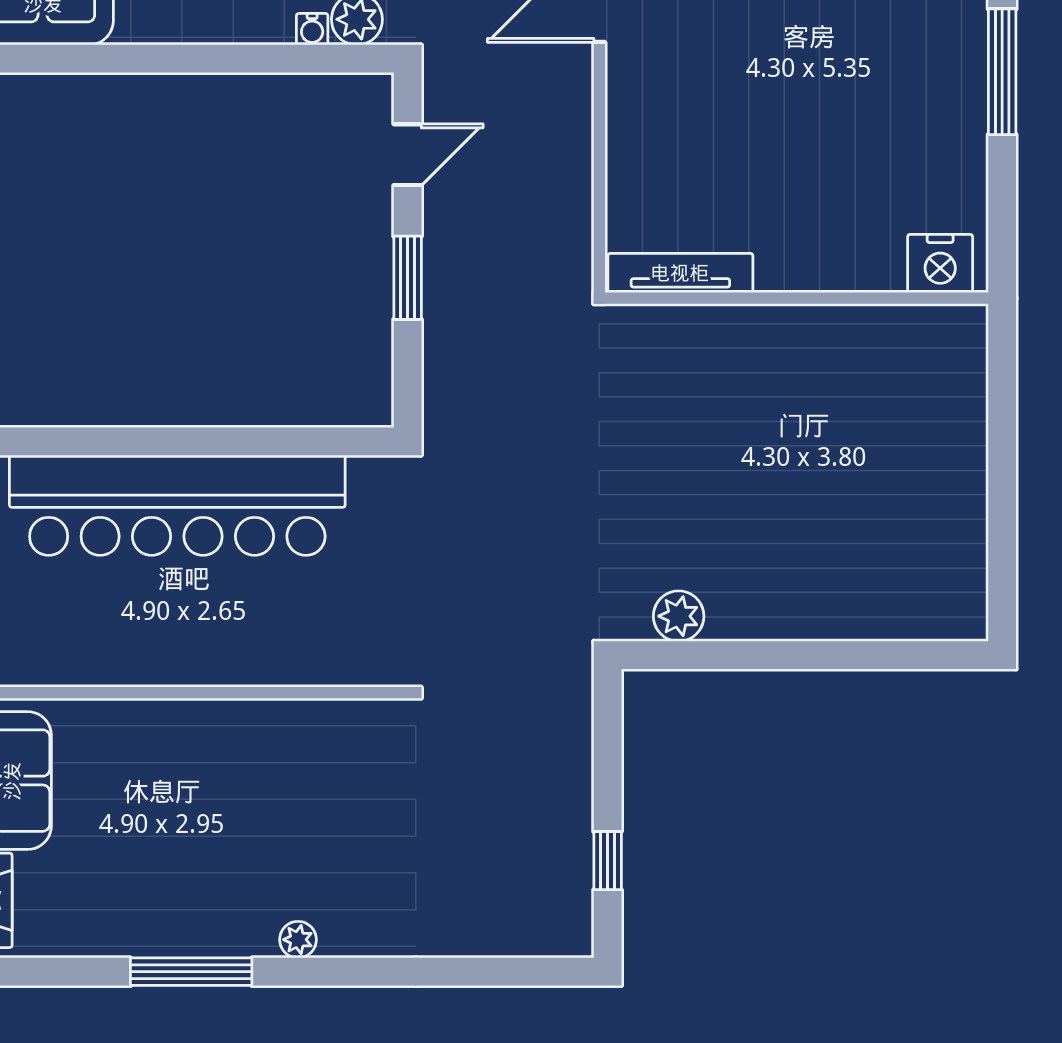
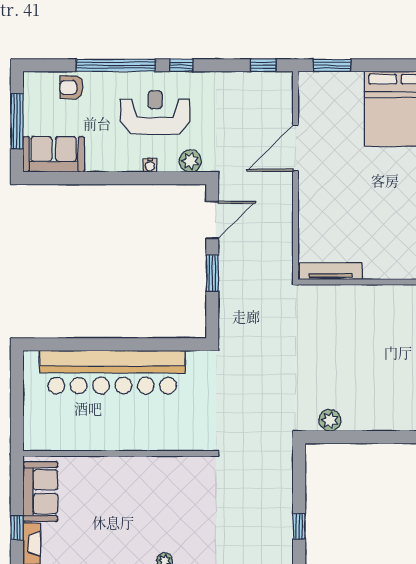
water cooler: (312, 29) -> (150, 165), moved
door: (408, 155) -> (212, 220), width x1.37

